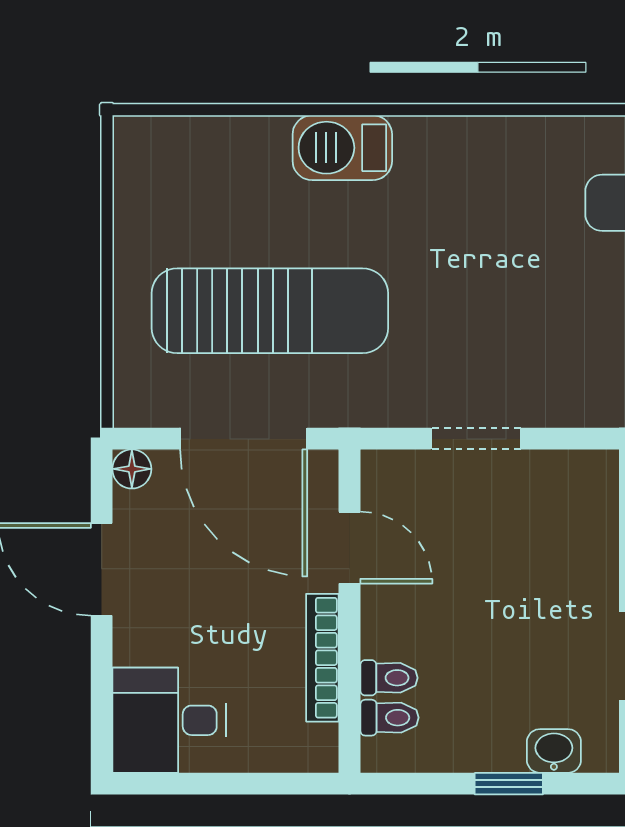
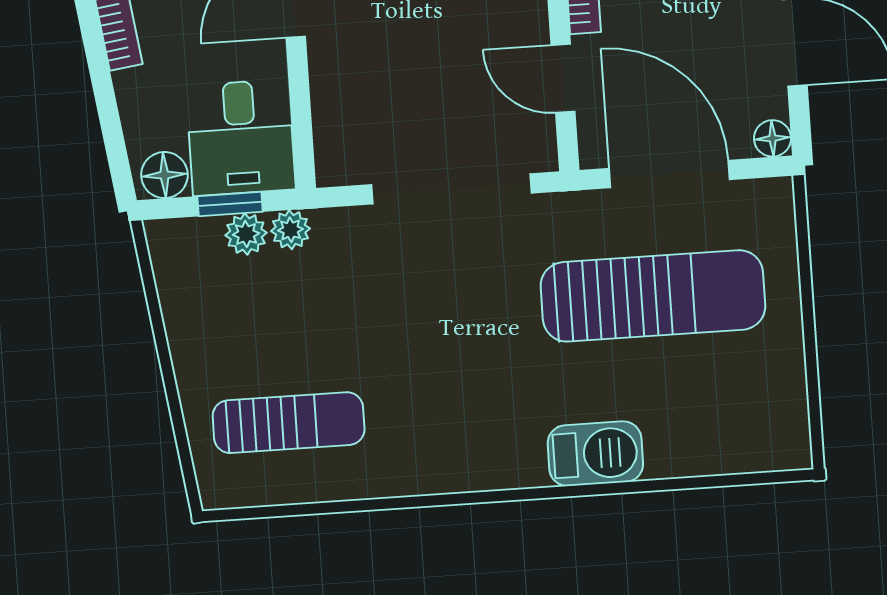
sun lounger: (270, 311) -> (653, 296), turned 180
doorway: (476, 439) -> (451, 189), width x1.88

